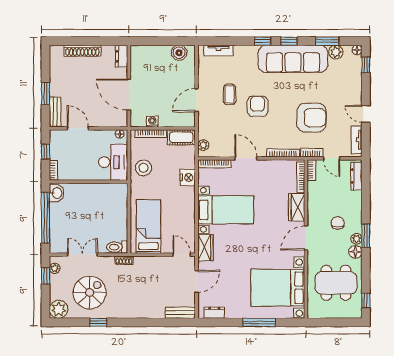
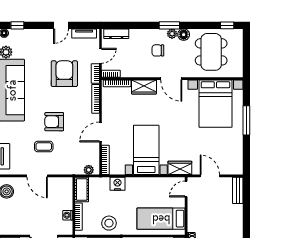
door: (197, 100) -> (37, 176), moved
dresser: (214, 313) -> (238, 160), removed

